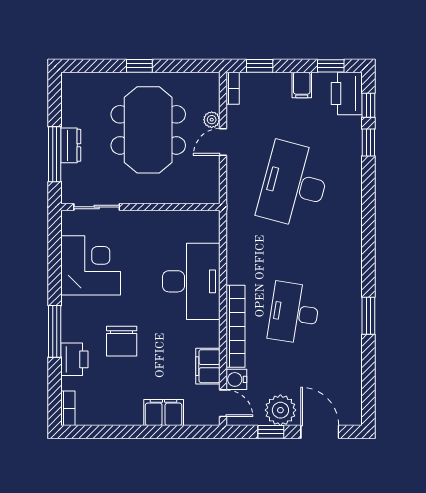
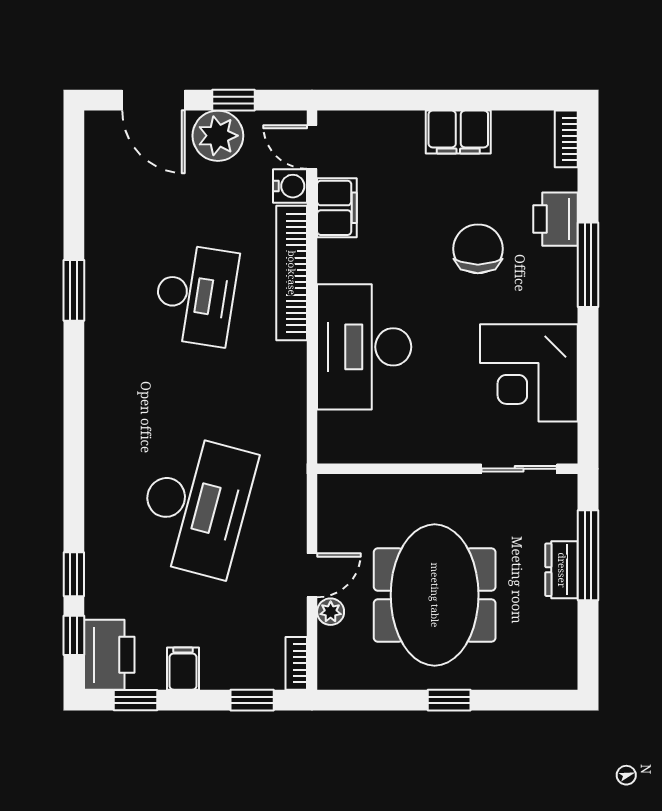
filing cabinet: (164, 412) -> (458, 132), moved

